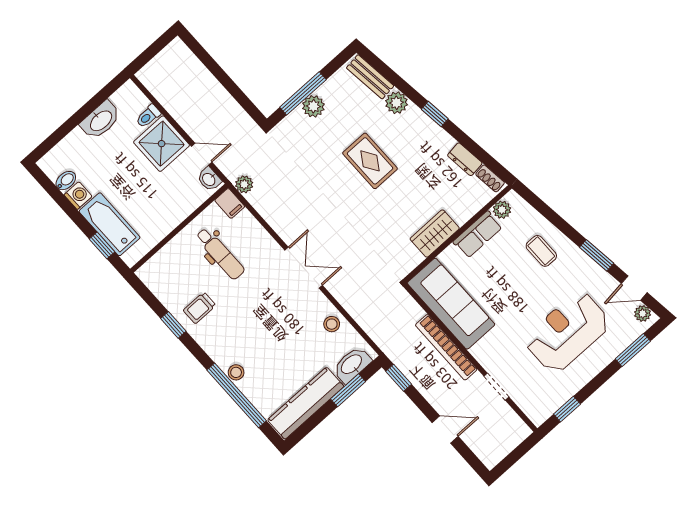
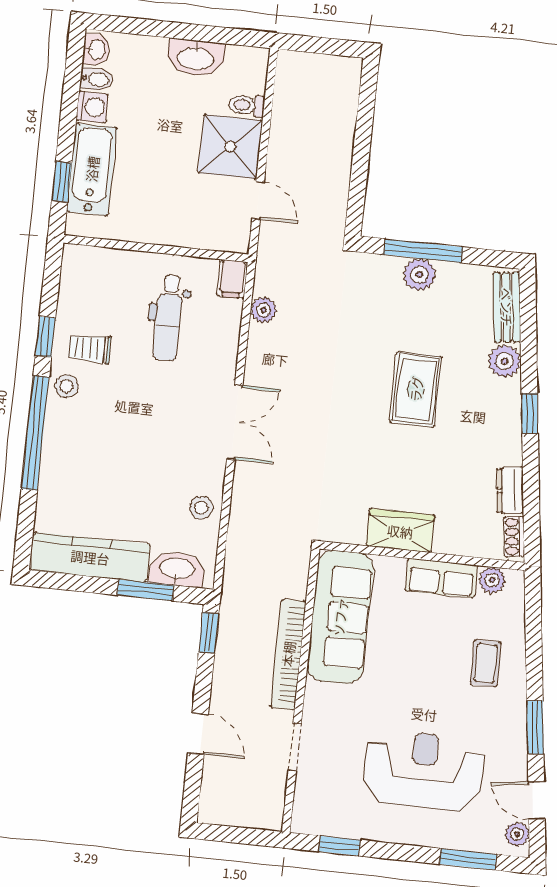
washbasin: (209, 179) -> (96, 50), moved, turned 180
plant: (244, 184) -> (264, 310), moved
stool: (236, 372) -> (67, 386), moved
window: (237, 395) -> (35, 433), moved

